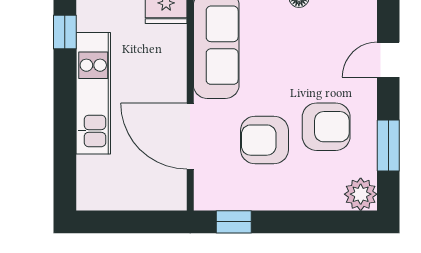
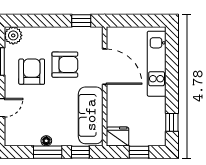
kitchen unit: (93, 93) -> (157, 64), moved
armchair: (326, 127) -> (32, 72), turned 90

